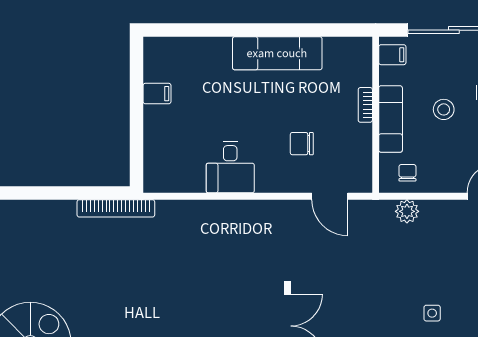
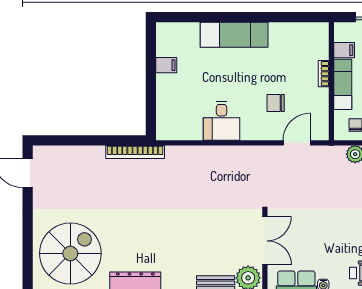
exam couch: (277, 53) -> (234, 35), moved
filing cabinet: (392, 55) -> (344, 50), moved
door: (330, 196) -> (297, 143), swing flipped

